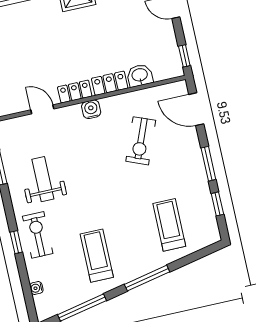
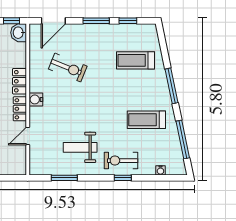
washbasin: (140, 75) -> (19, 33), moved

